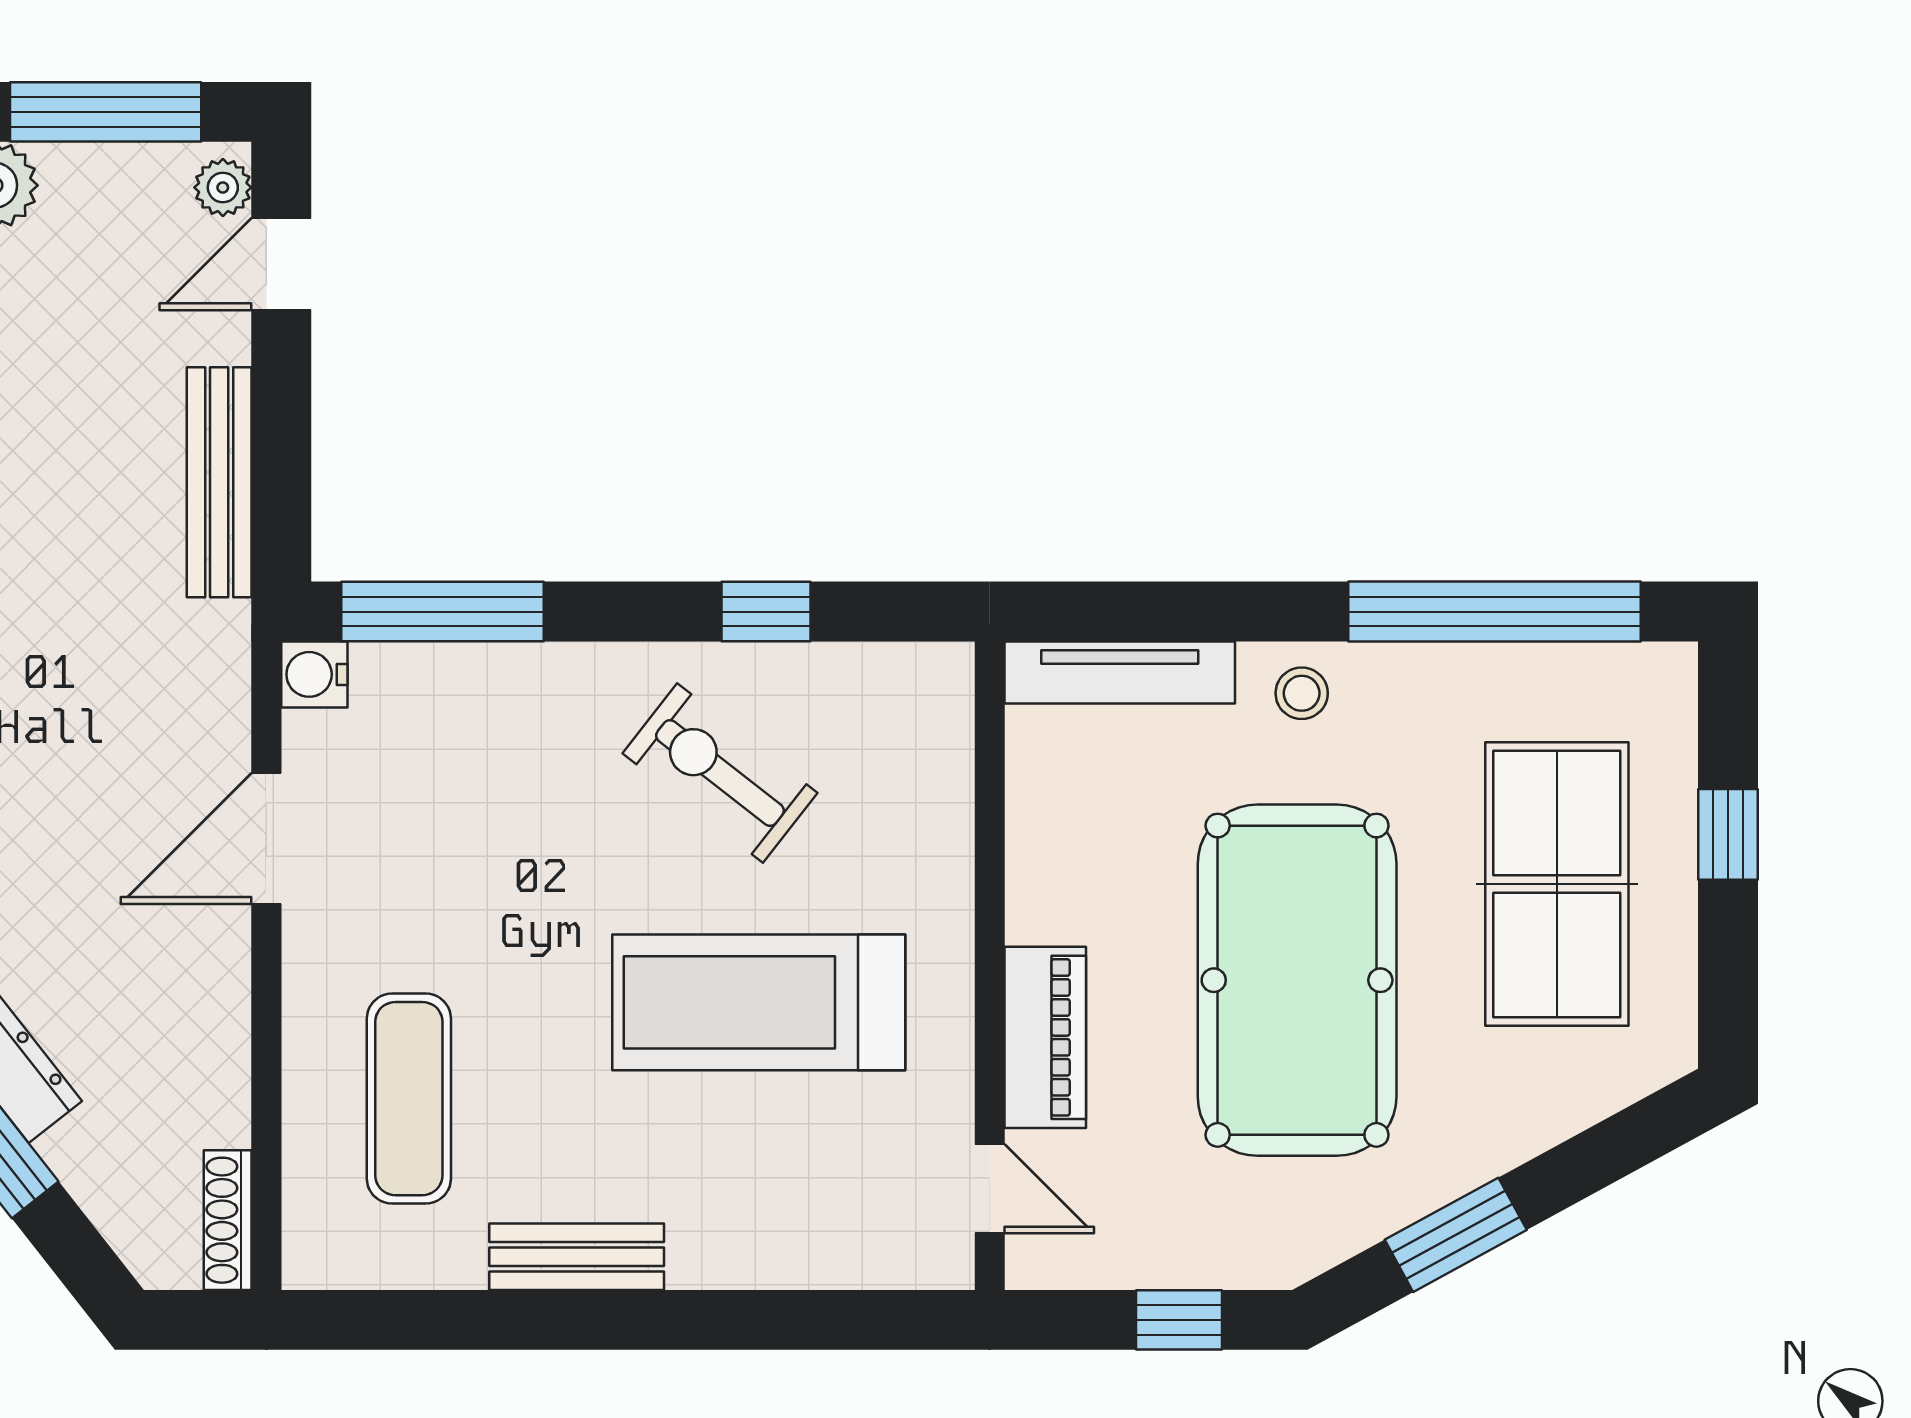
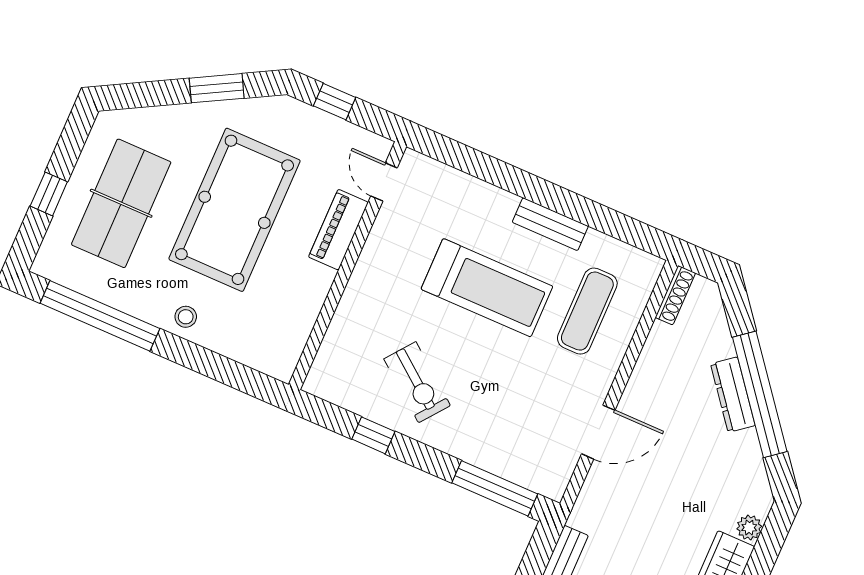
tv unit: (1120, 673) -> (251, 354), removed
water cooler: (314, 674) -> (553, 486), removed
treadmill: (759, 1002) -> (487, 288), moved

